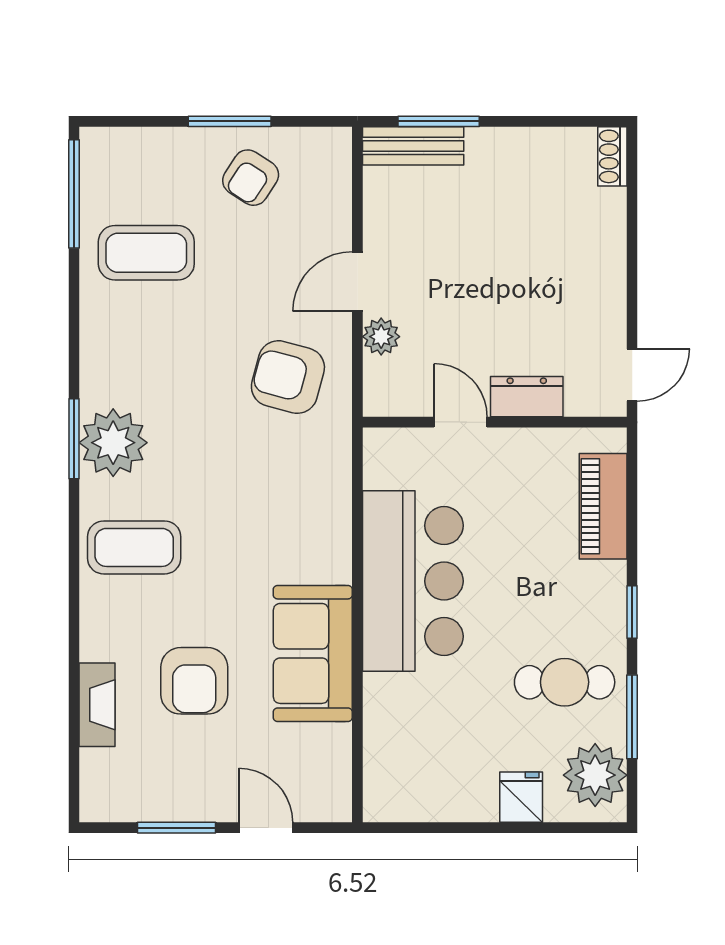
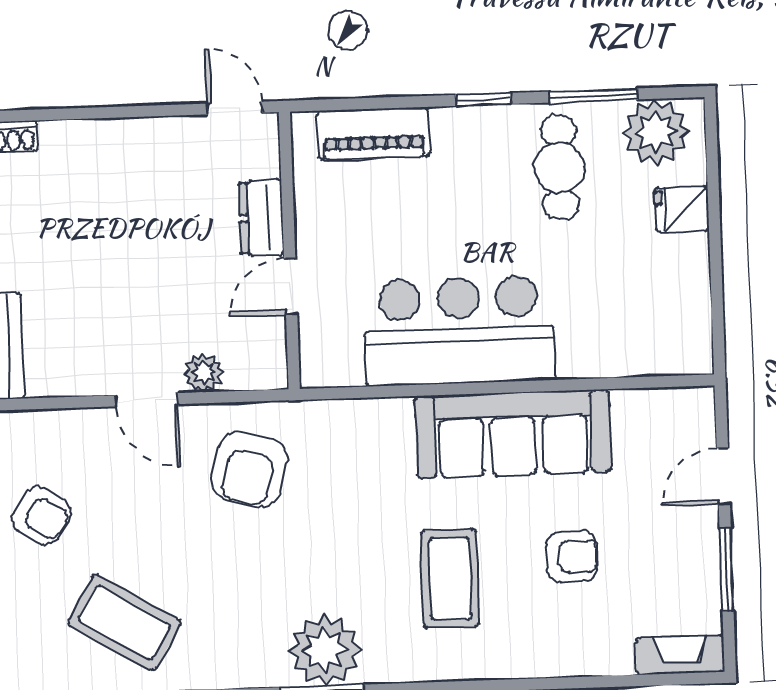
coffee table: (146, 253) -> (124, 622), turned -59
coffee table: (134, 547) -> (450, 579), moved
sofa: (313, 653) -> (513, 434), width x1.36
armchair: (194, 681) -> (572, 556), width x0.72, depth x0.72
fireplace: (97, 705) -> (680, 655), moved

